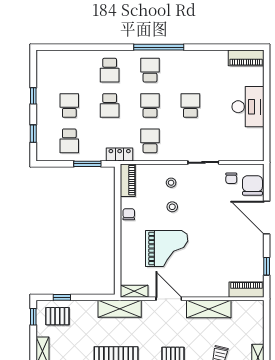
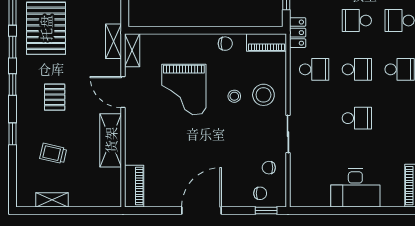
stool: (171, 183) -> (263, 95), width x1.89, depth x1.89
chair: (252, 185) -> (260, 193), width x0.54, depth x0.54
door: (267, 218) -> (201, 210), moved
window: (267, 266) -> (266, 210), moved
door: (169, 299) -> (123, 92), swing flipped
shelving: (120, 309) -> (114, 41), width x0.67, depth x0.75

